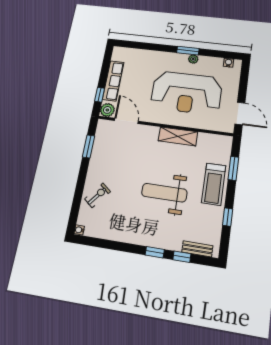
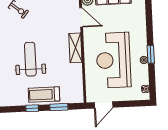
door: (126, 121) -> (81, 17), hinge flipped
shelving: (178, 136) -> (75, 48), moved
window: (228, 217) -> (32, 108), moved

